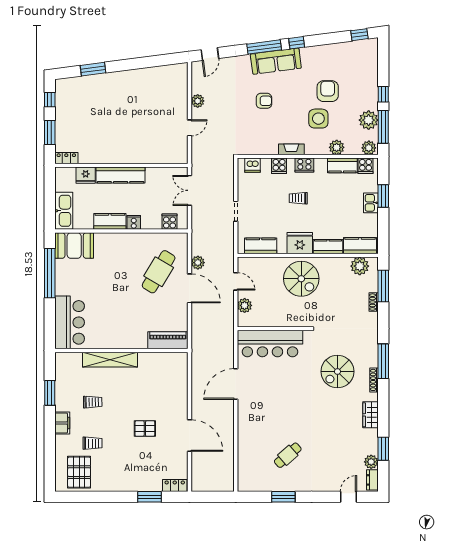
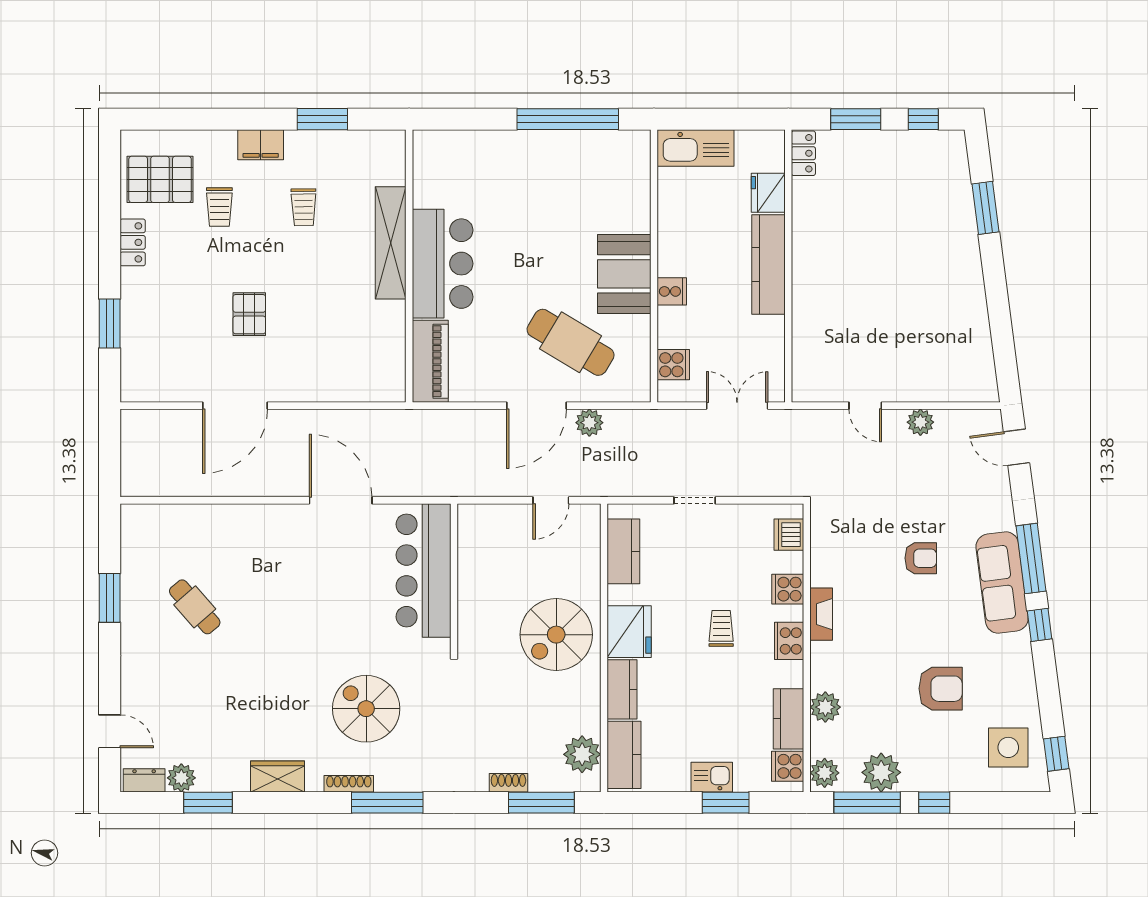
armchair: (264, 101) -> (921, 558), turned -90
side table: (318, 119) -> (1008, 747), moved
kitchen counter: (110, 221) -> (674, 243), removed
booth: (74, 246) -> (624, 274), moved
plant: (245, 305) -> (501, 518), removed
bar counter: (70, 322) -> (443, 264), moved, turned -90
locker: (175, 486) -> (133, 242), moved

